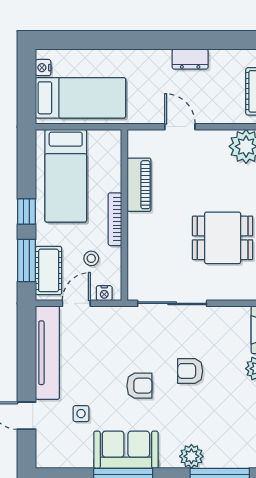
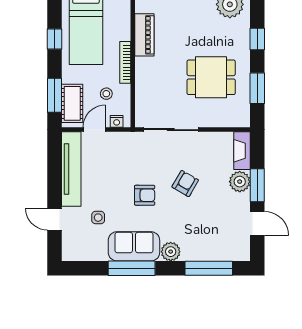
window: (26, 212) -> (55, 39), moved
armchair: (190, 371) -> (185, 184), turned 120
plant: (191, 456) -> (171, 252), moved

